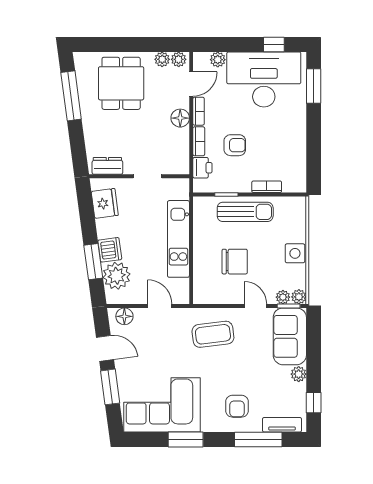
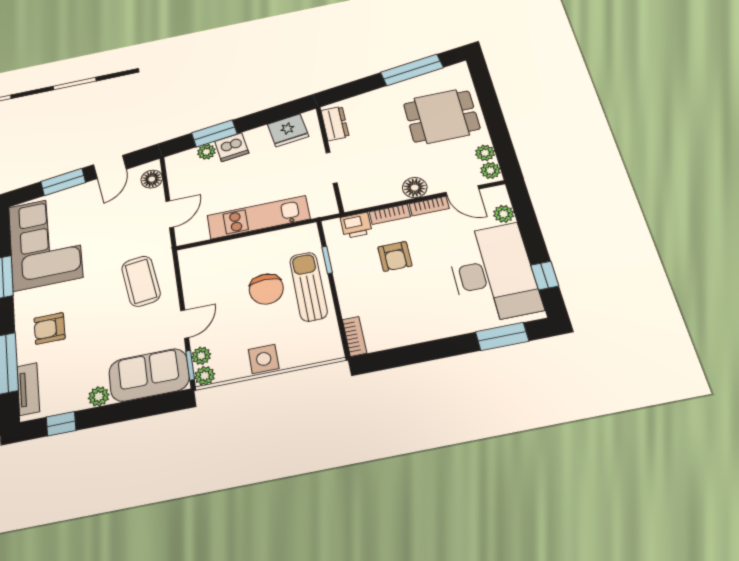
bookcase: (267, 187) -> (355, 336), moved
sun lounger: (245, 212) -> (308, 286), turned 180
chair: (235, 262) -> (266, 289), moved
plant: (117, 276) -> (206, 152), width x0.53, depth x0.53

